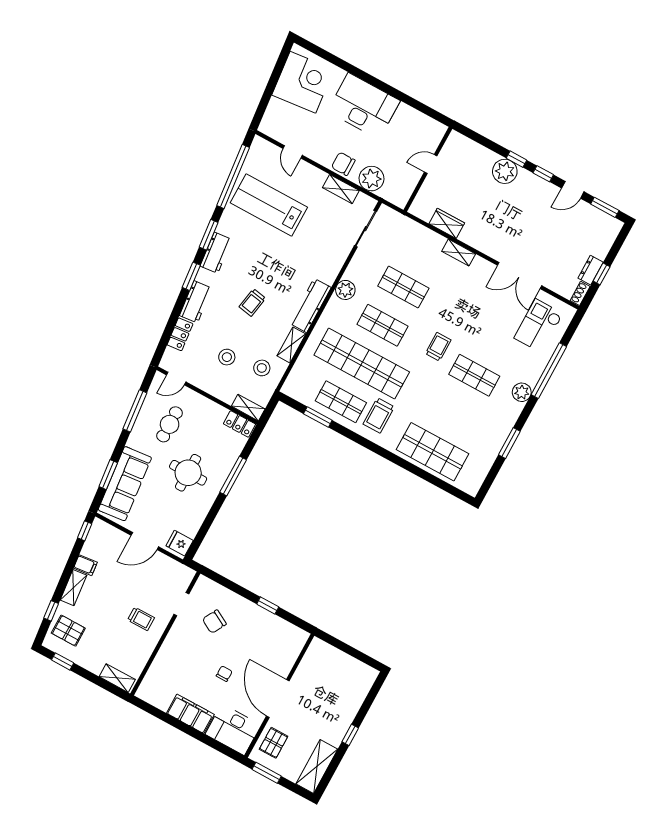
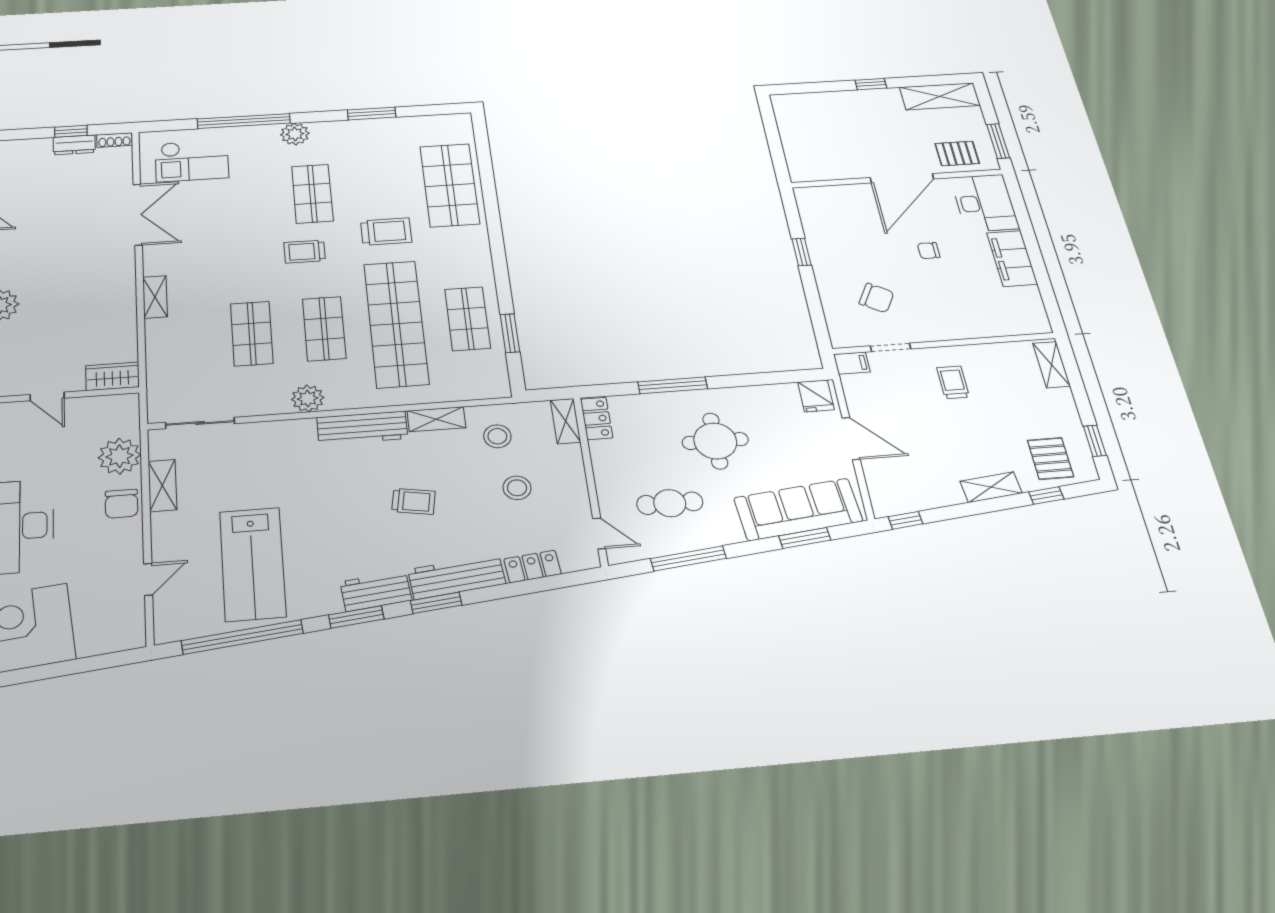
wardrobe: (447, 223) -> (112, 376), moved, turned 90
workbench: (196, 302) -> (457, 577), width x1.37
trolley: (379, 415) -> (386, 231), moved
filing cabinet: (85, 565) -> (852, 363), moved, turned 96

